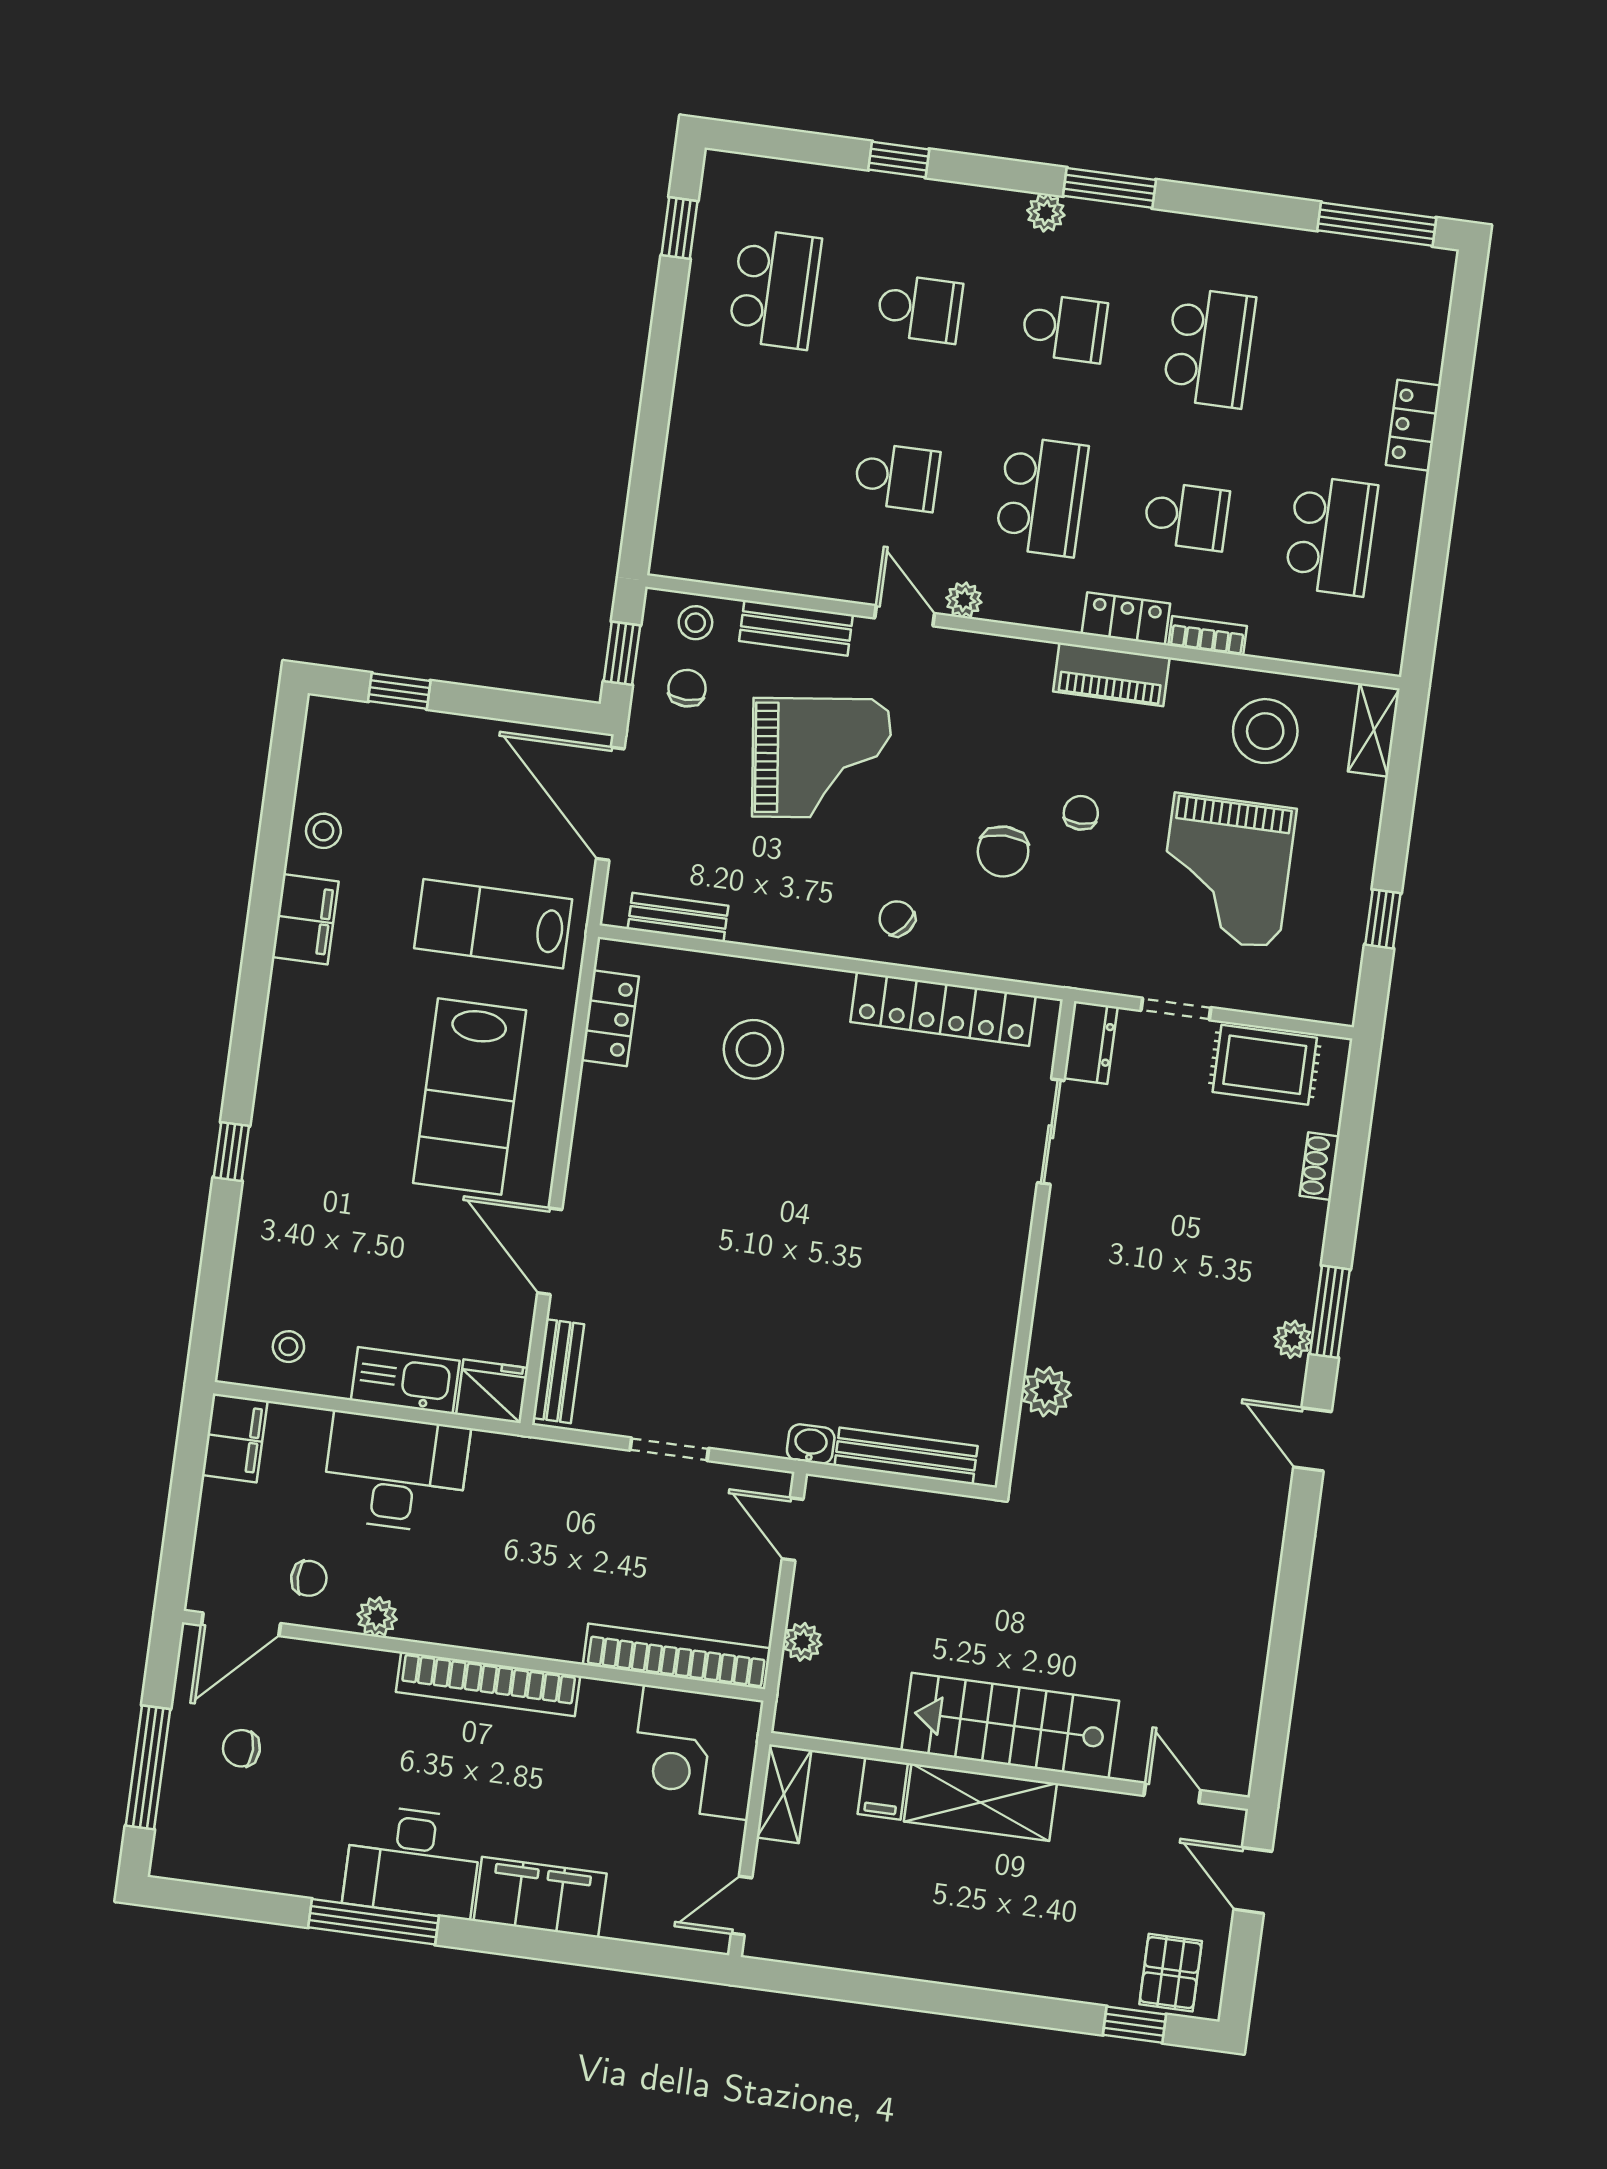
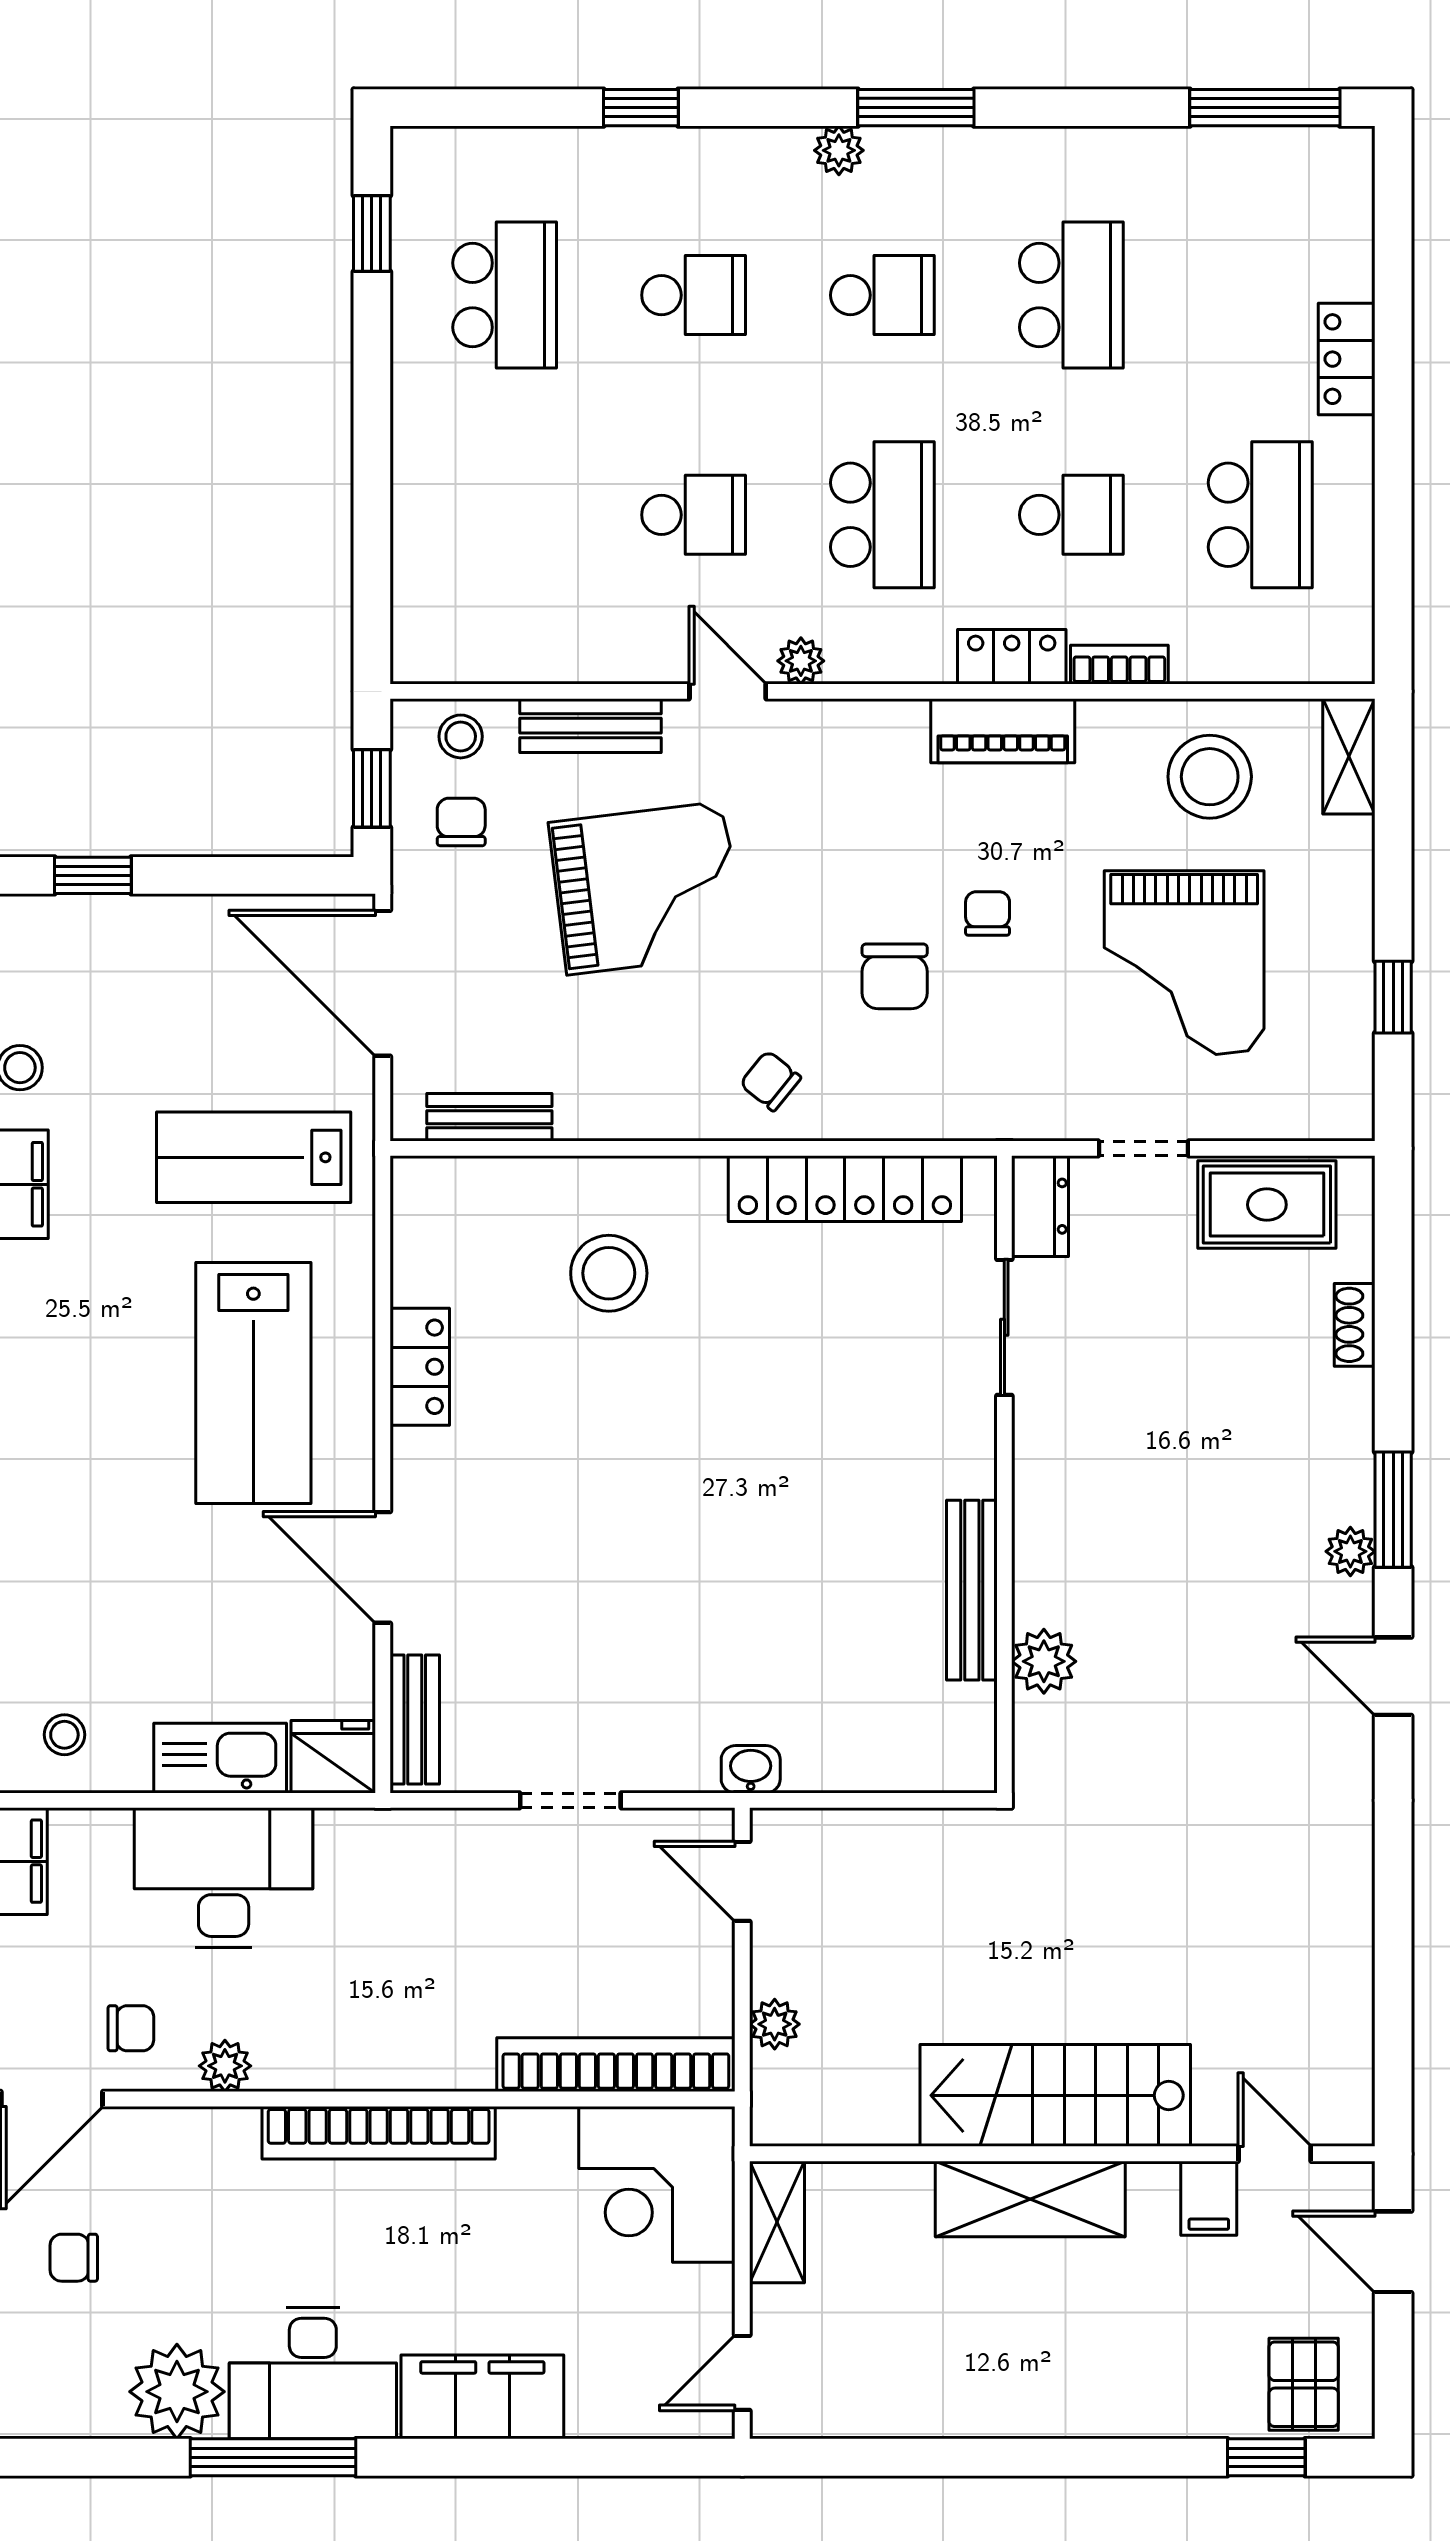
locker: (610, 1018) -> (420, 1367), moved
bench: (906, 1456) -> (972, 1590), moved, turned 90
filing cabinet: (883, 1789) -> (1209, 2198), moved
plant: (307, 1861) -> (177, 2392), added

